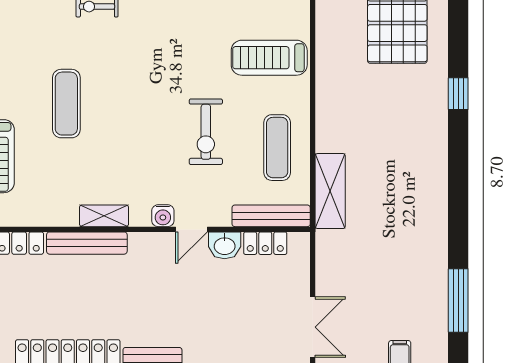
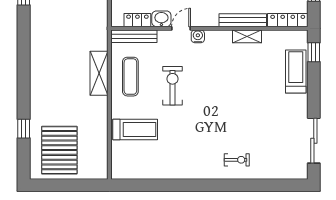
window: (458, 94) -> (24, 129), moved
exercise mat: (66, 104) -> (255, 103), removed
shelving: (330, 191) -> (99, 73), moved
shelving: (104, 216) -> (247, 36), moved

